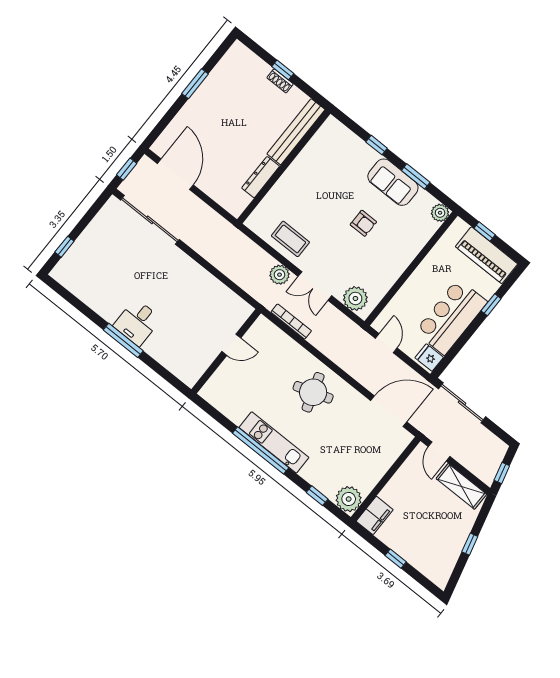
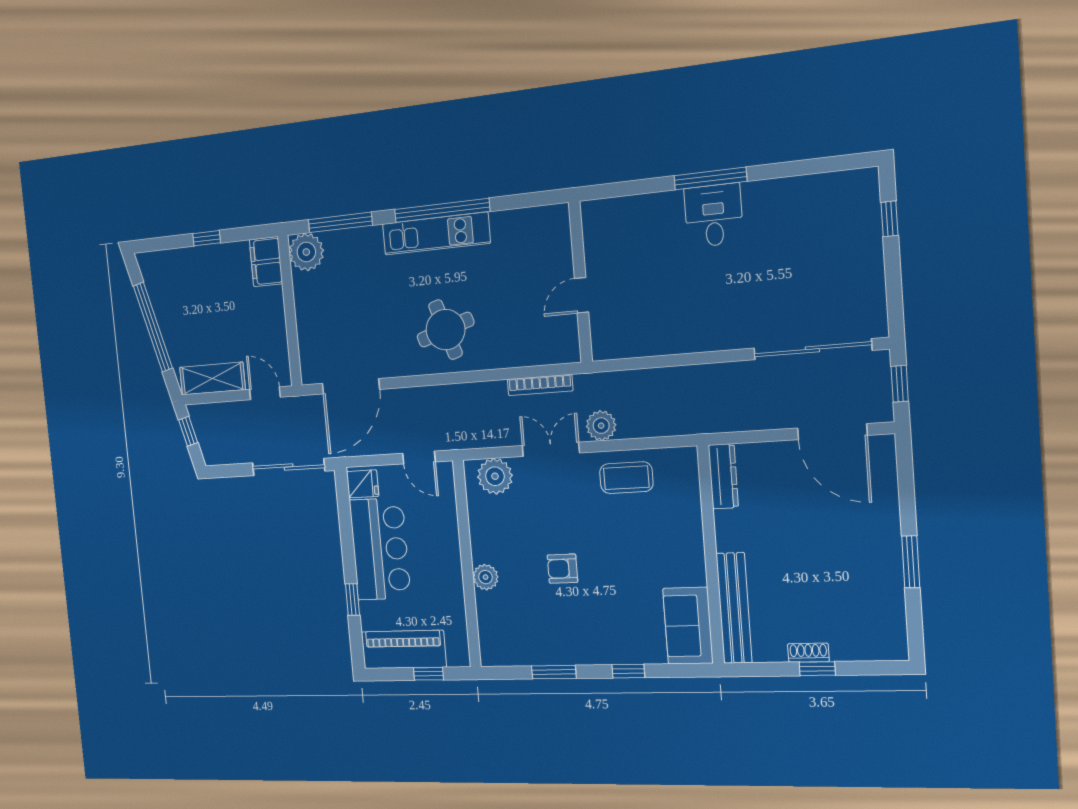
dresser: (261, 177) -> (723, 476), moved
sofa: (393, 182) -> (688, 626), moved, turned -90
plant: (440, 213) -> (486, 577), moved
window: (317, 496) -> (340, 222), width x2.17
window: (470, 544) -> (153, 327), width x3.17

